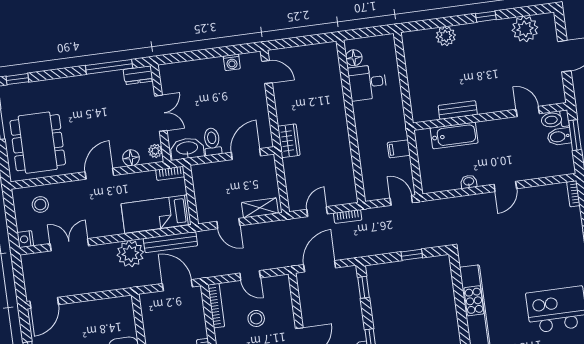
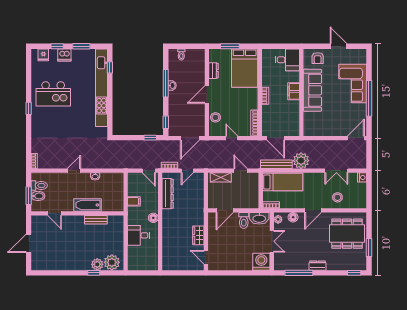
window: (486, 17) -> (94, 273), moved
plant: (525, 29) -> (112, 262), moved
floor lamp: (354, 58) -> (153, 218), moved
washing machine: (232, 62) -> (261, 262), moved, width x1.89, depth x1.89
dresser: (138, 75) -> (318, 266), moved
desk: (367, 82) -> (138, 235), moved, turned 180
double door: (161, 113) -> (272, 241), swing flipped
toilet: (555, 119) -> (39, 186), moved
bathtub: (454, 135) -> (88, 205), moved
wardrobe: (289, 141) -> (198, 235), moved
dining table: (38, 143) -> (347, 234), turned 90
dresser: (344, 169) -> (168, 194), added
door: (401, 200) -> (149, 171), moved
stool: (40, 204) -> (337, 197), moved
window: (412, 255) -> (150, 138), moved
stool: (256, 318) -> (215, 117), moved

